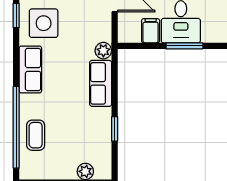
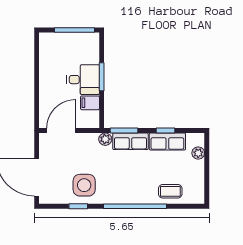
row of seats: (30, 69) -> (167, 141), moved, turned 180
window: (115, 75) -> (124, 130), added
window: (16, 127) -> (135, 206), moved

